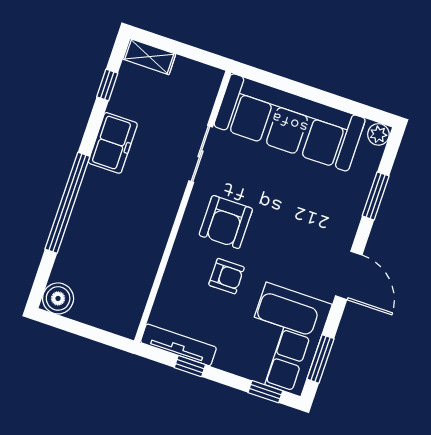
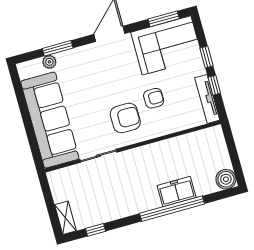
plant: (378, 134) -> (49, 62), moved
freezer: (113, 143) -> (177, 192), moved
armchair: (227, 276) -> (154, 98), turned 90
window: (265, 392) -> (206, 57), moved

